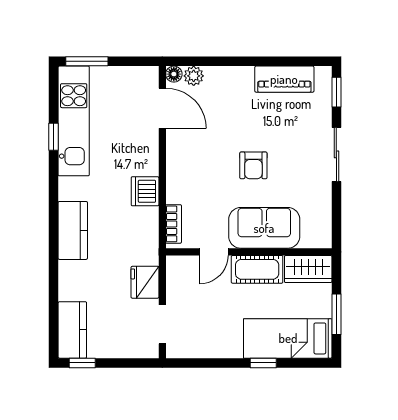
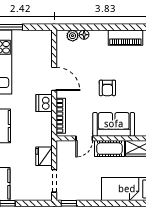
floor lamp: (174, 74) -> (84, 35), moved
door: (162, 108) -> (54, 79), moved
bookcase: (174, 224) -> (61, 116), width x1.56
window: (263, 363) -> (69, 203), moved

